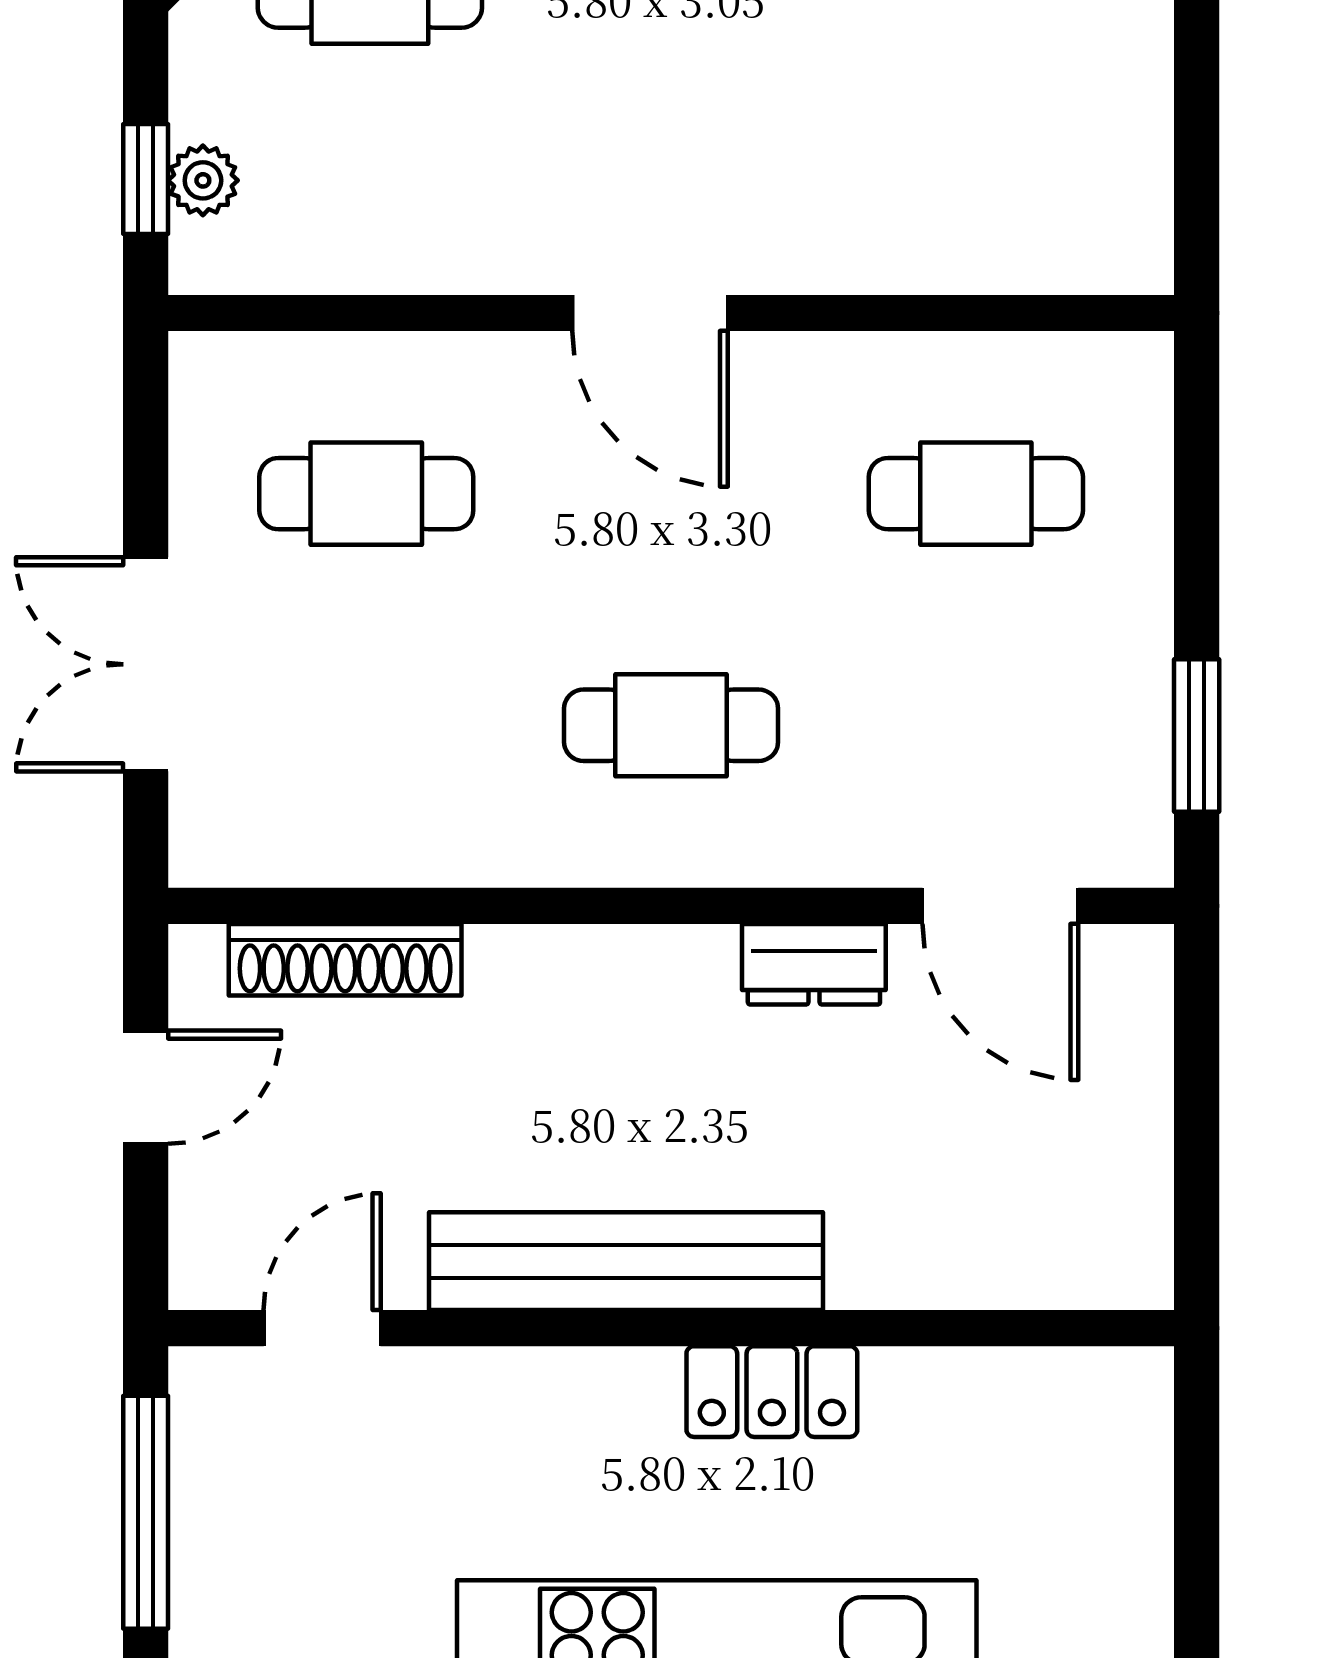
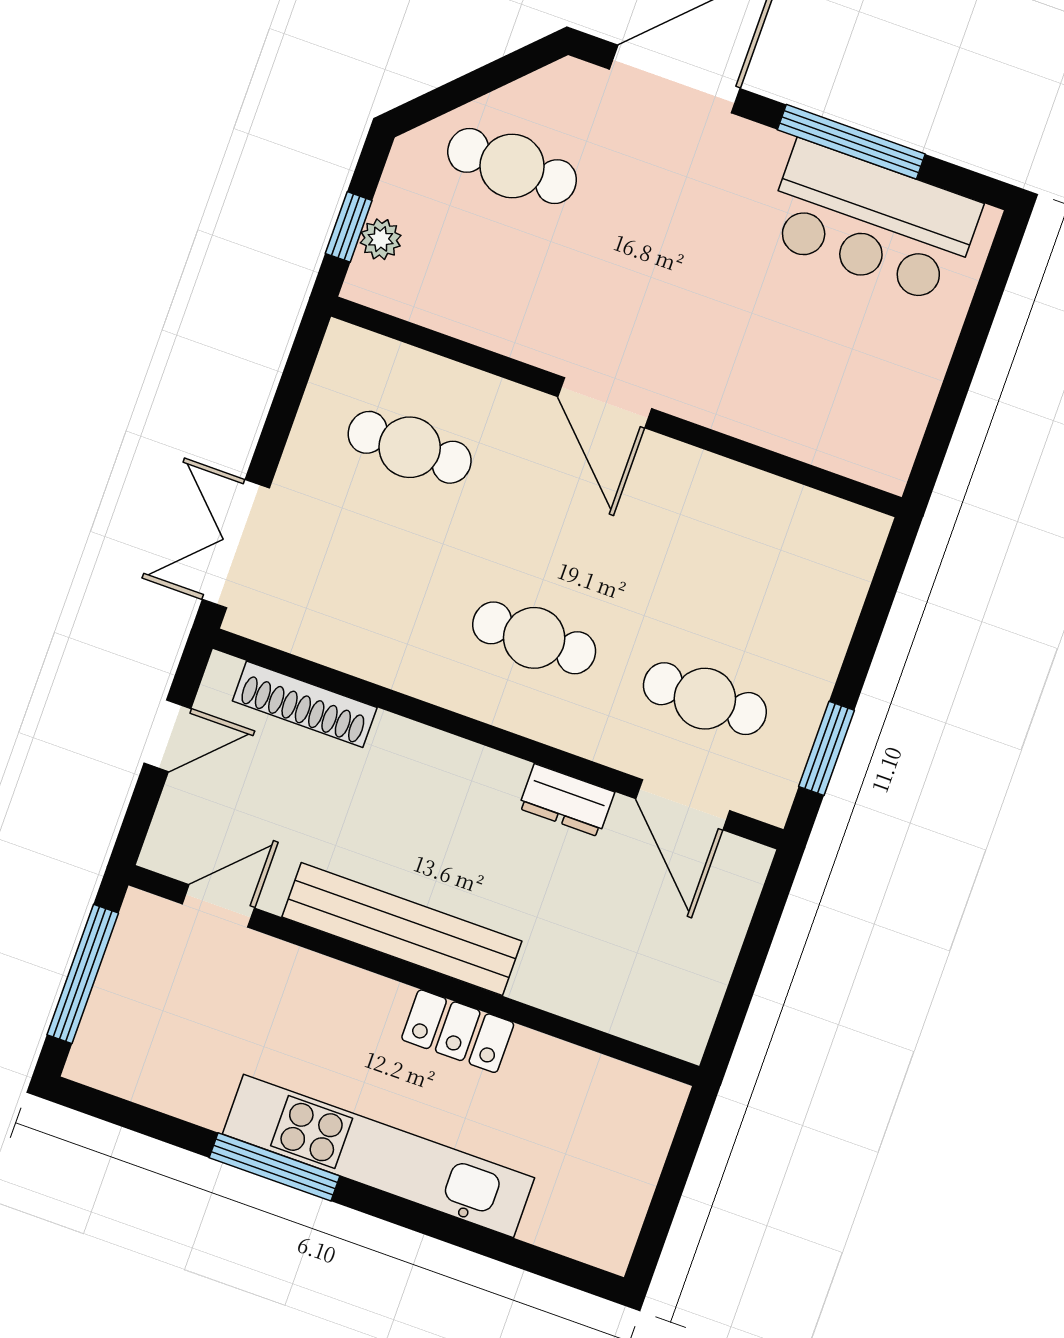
cafe table: (976, 494) -> (705, 699), moved
double door: (146, 664) -> (236, 544), moved

